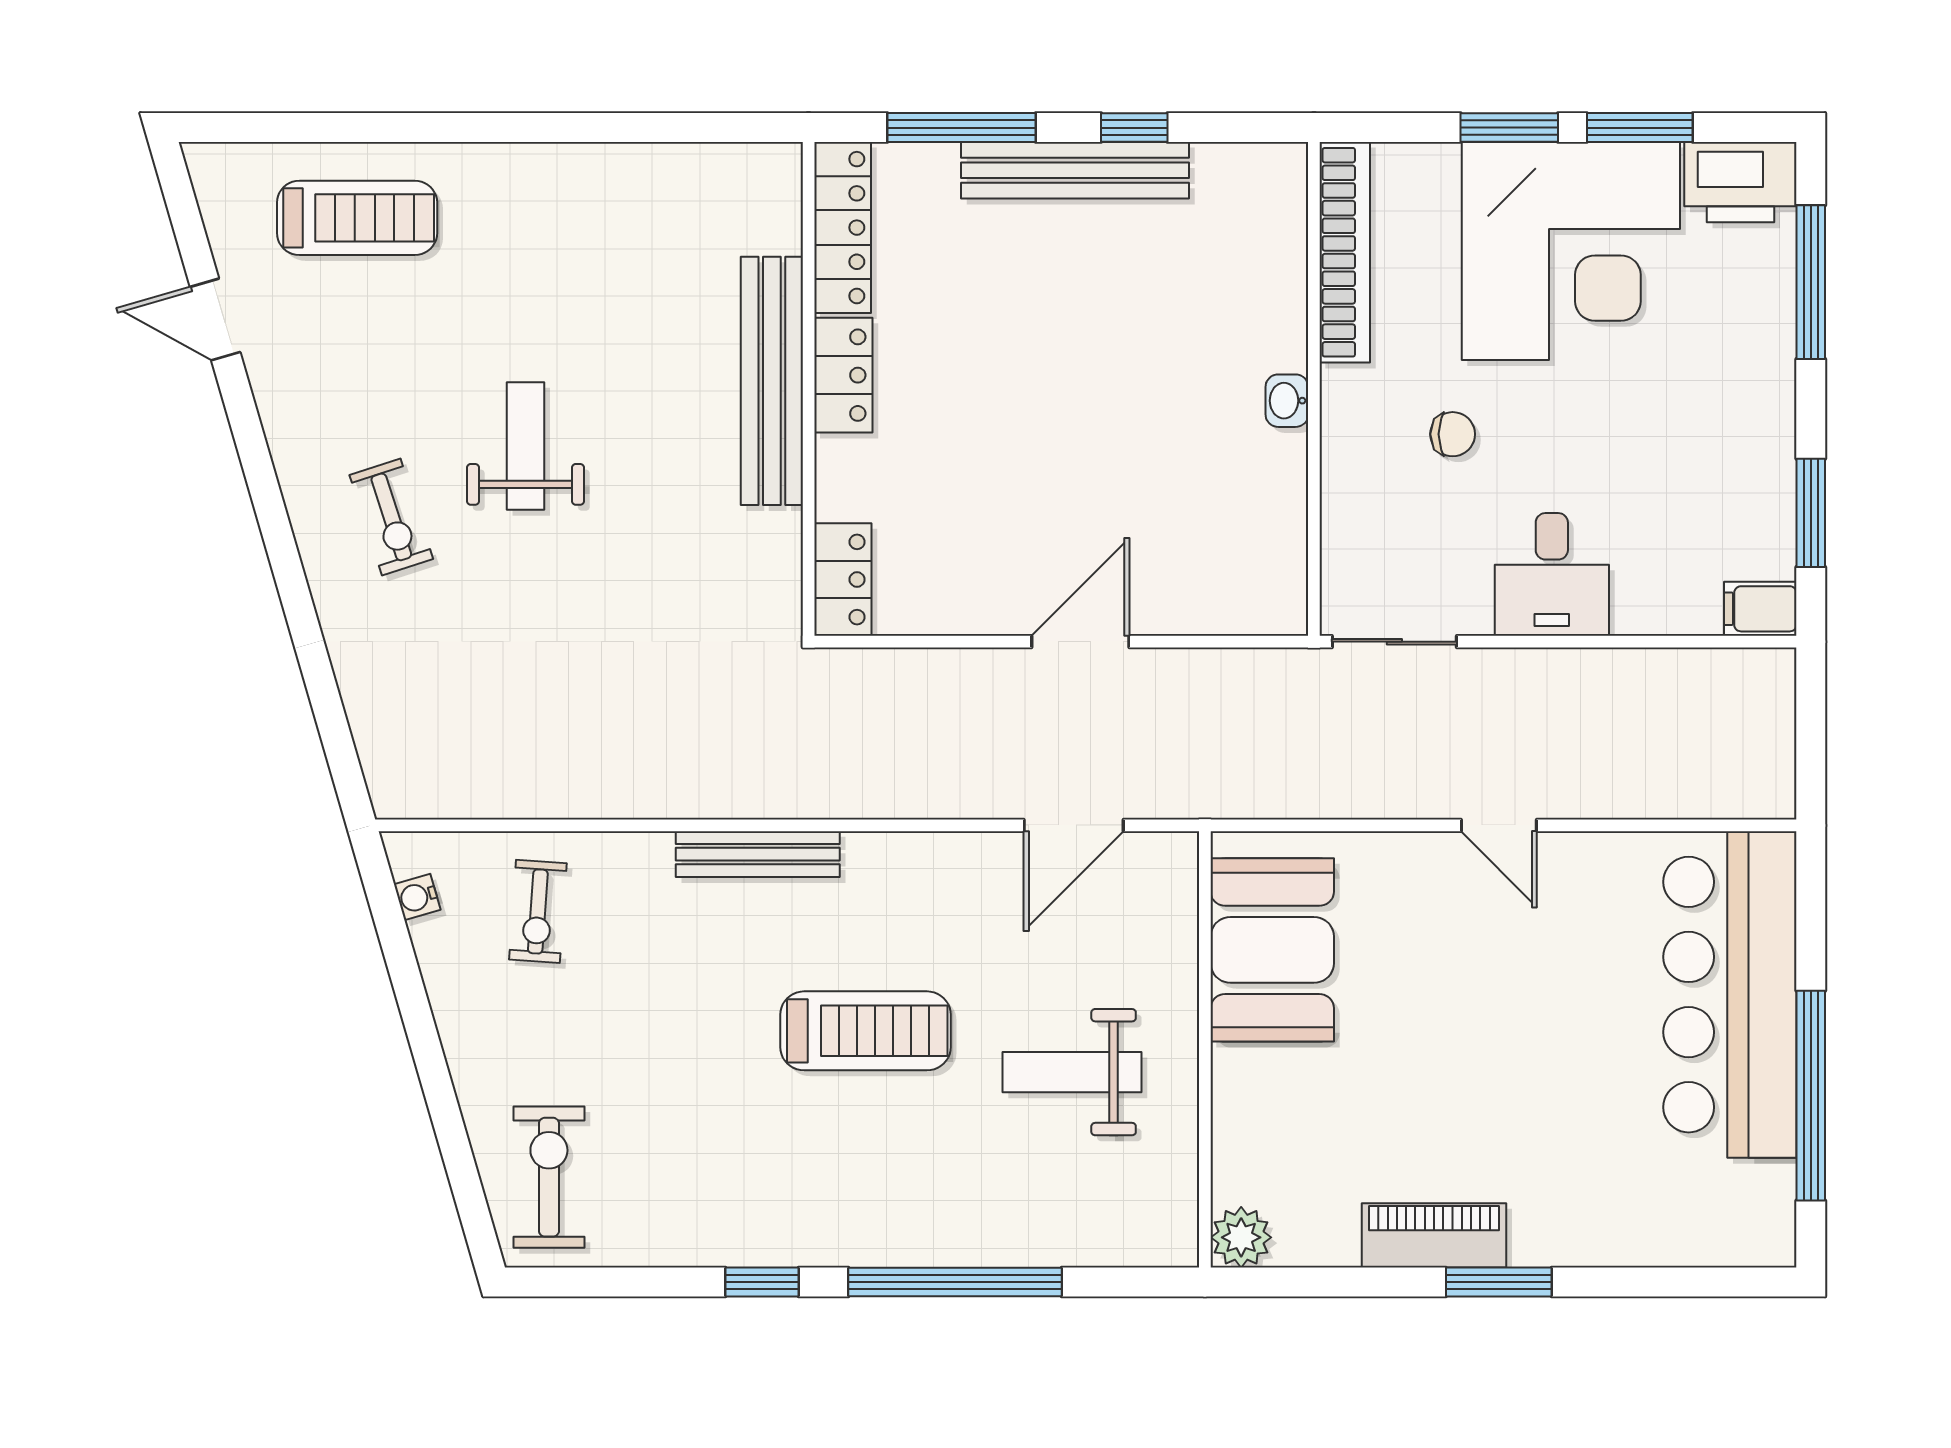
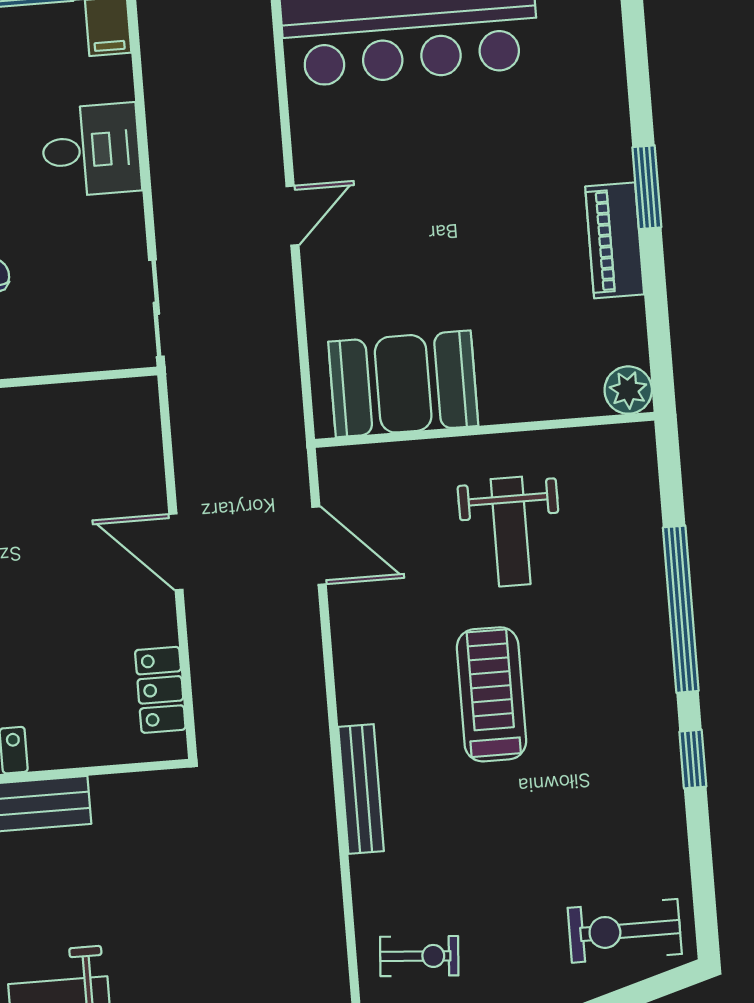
desk: (1552, 574) -> (91, 150), moved
locker: (843, 579) -> (160, 690), moved, turned -90

